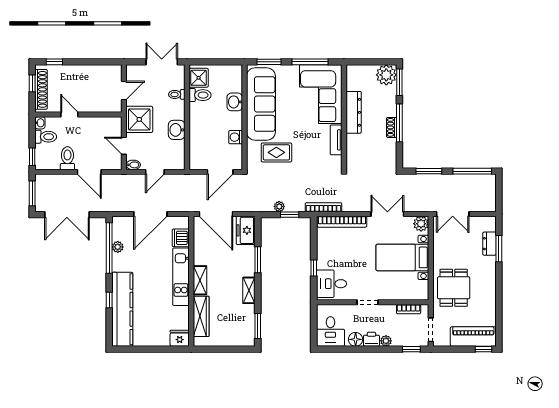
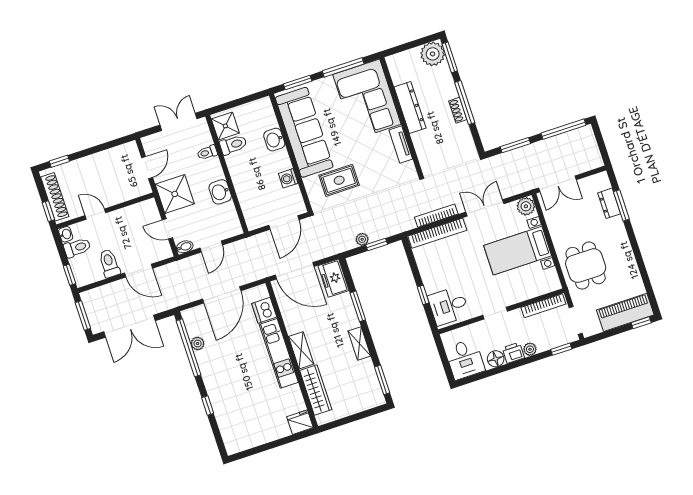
window: (32, 83) -> (48, 211), moved
bookcase: (324, 207) -> (436, 216), moved
kitchen counter: (122, 309) -> (226, 411), removed
bookcase: (409, 309) -> (543, 306), width x1.56

